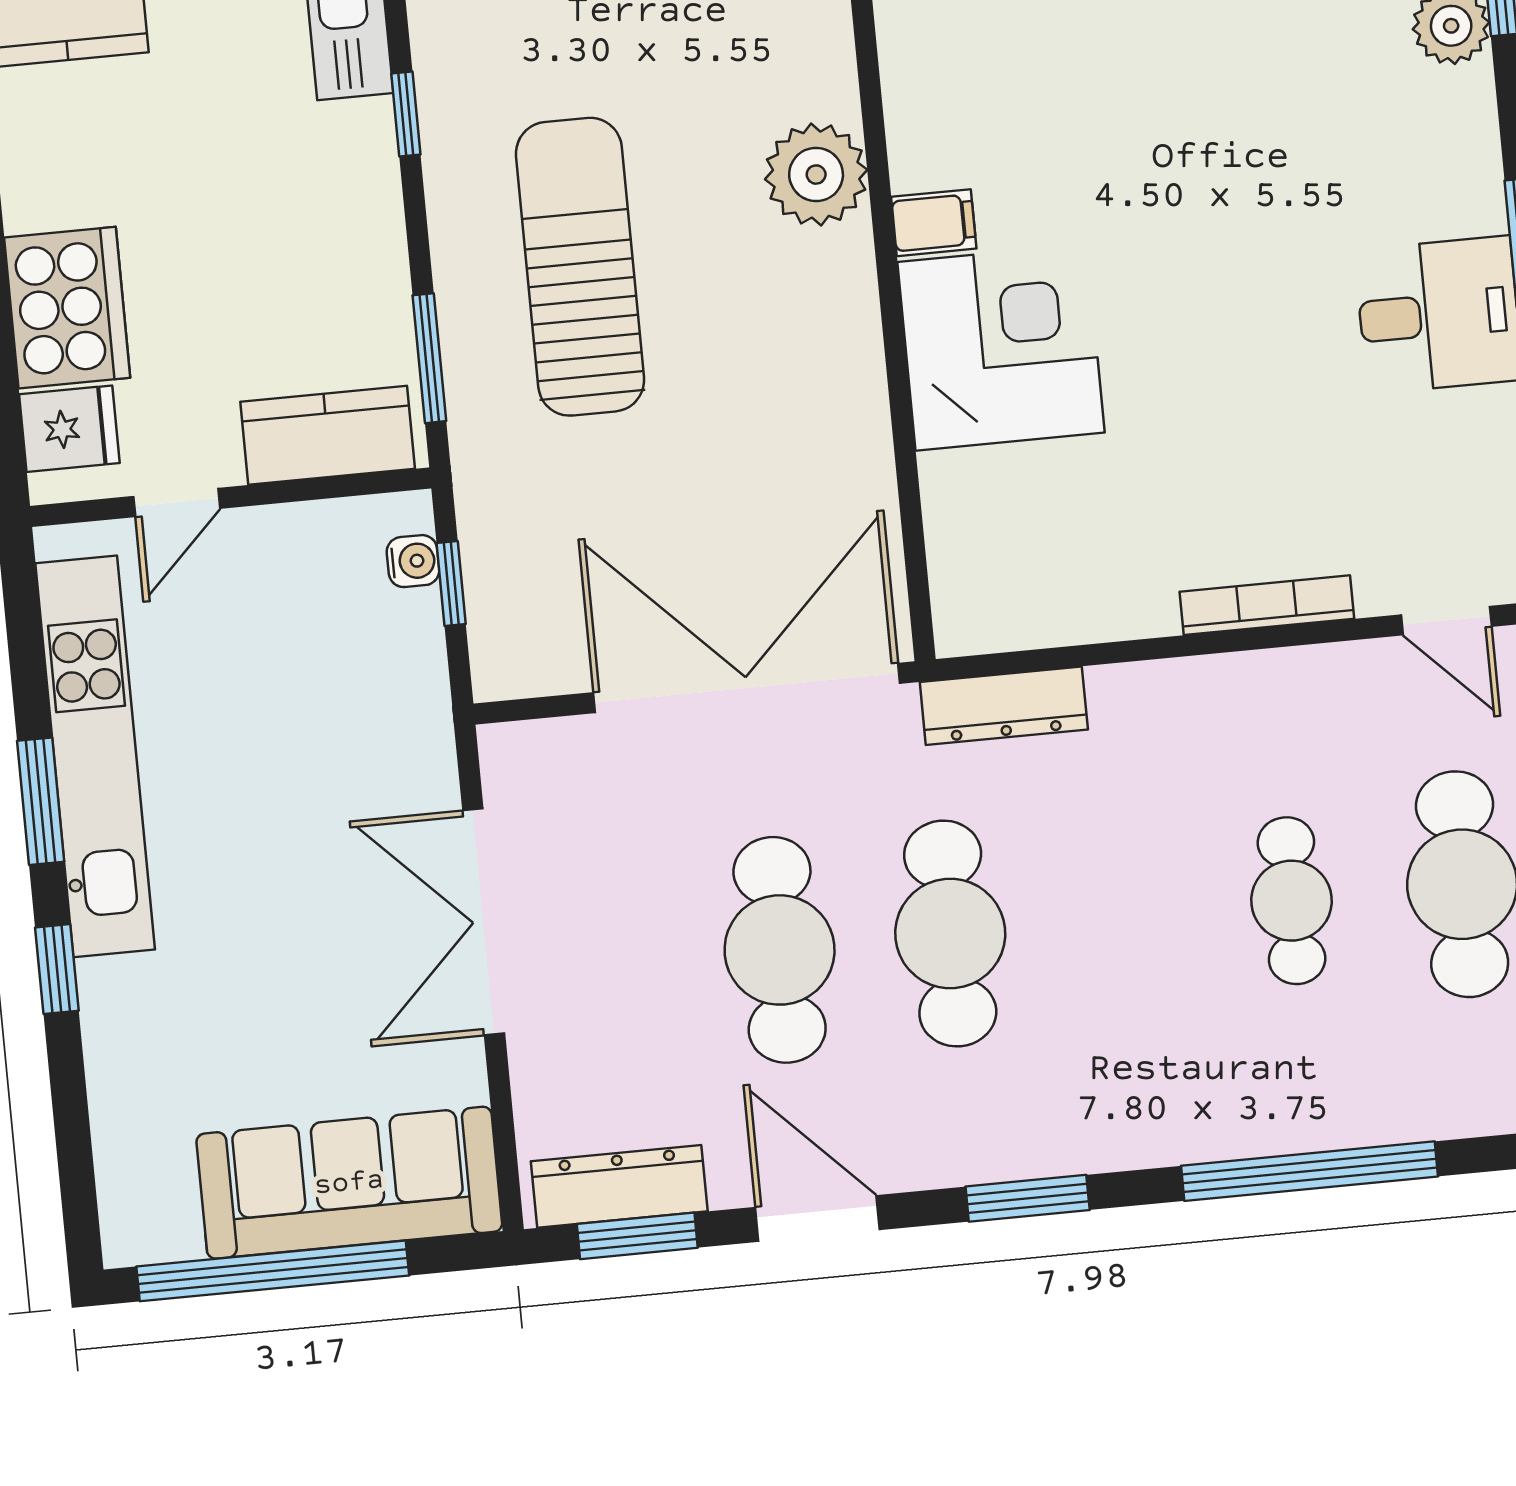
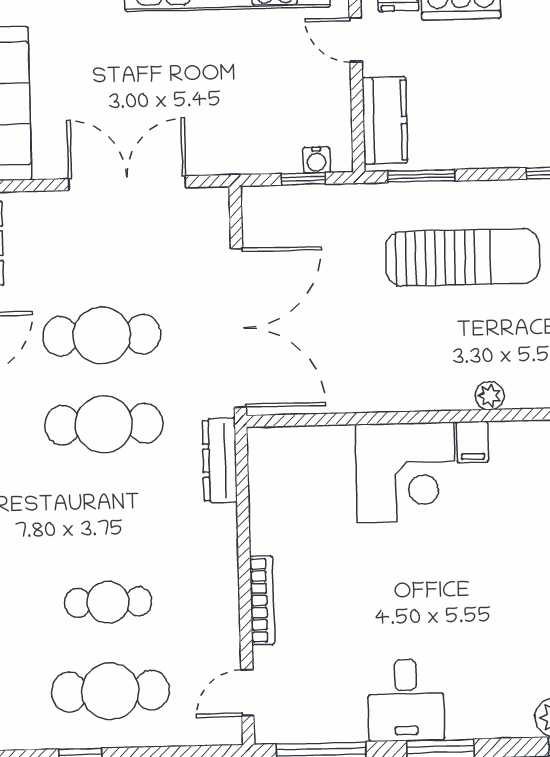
plant: (816, 175) -> (490, 396), width x0.53, depth x0.53

